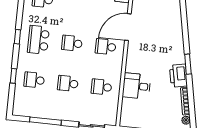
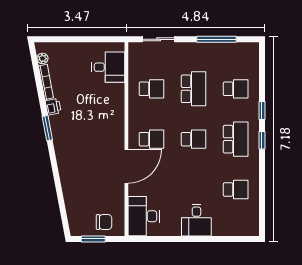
window: (13, 76) -> (262, 111), moved
printer: (178, 76) -> (53, 107), width x0.53, depth x0.68
school desk: (68, 83) -> (194, 89), width x1.85
desk: (137, 86) -> (108, 67), moved

